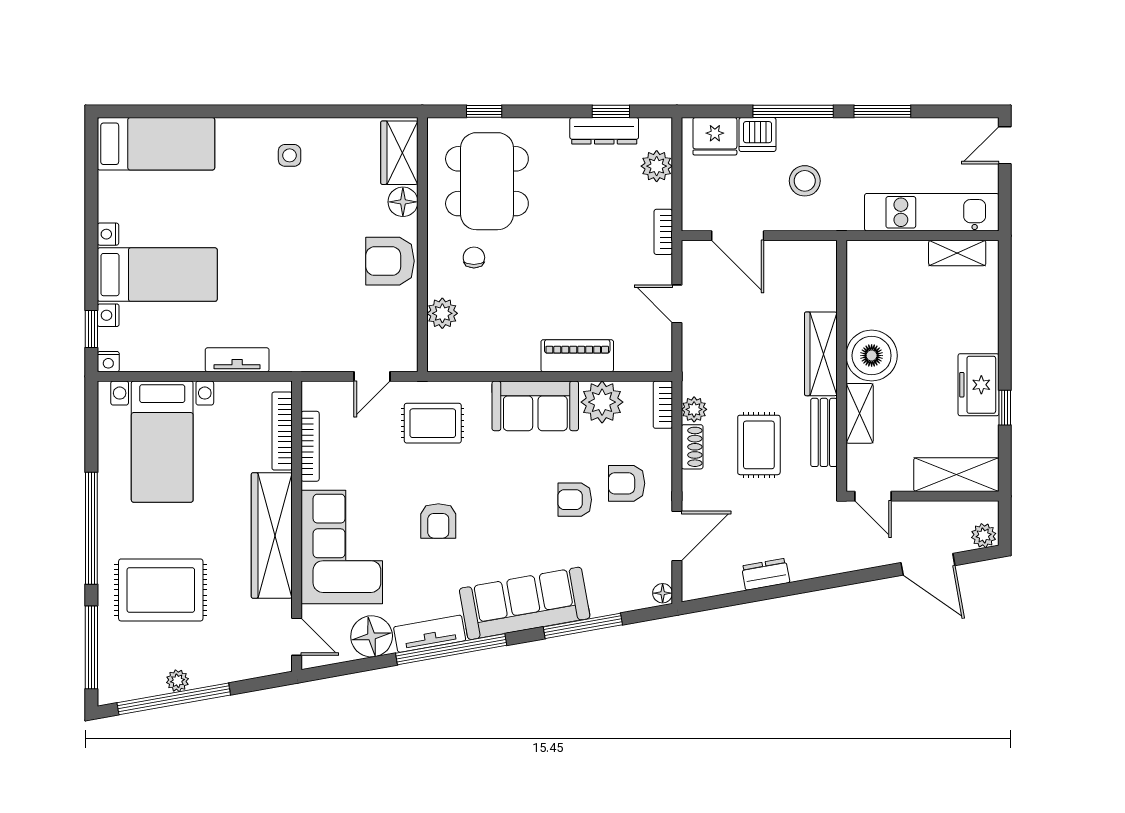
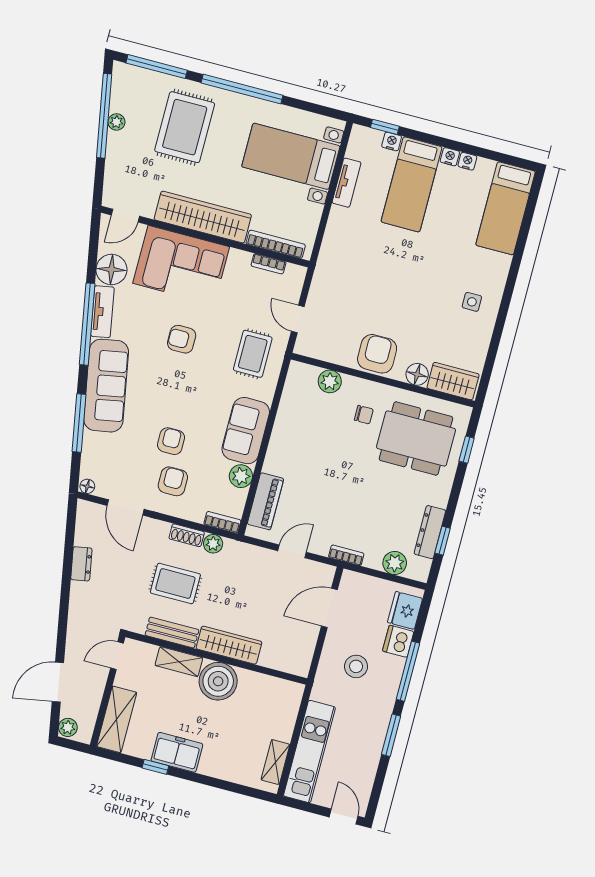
piano: (577, 356) -> (265, 501), moved
tv unit: (237, 360) -> (347, 183), moved
nightstand: (108, 362) -> (467, 161), moved, turned 90
plant: (602, 402) -> (241, 476), width x0.73, depth x0.73
bookcase: (310, 446) -> (269, 264), width x0.64

